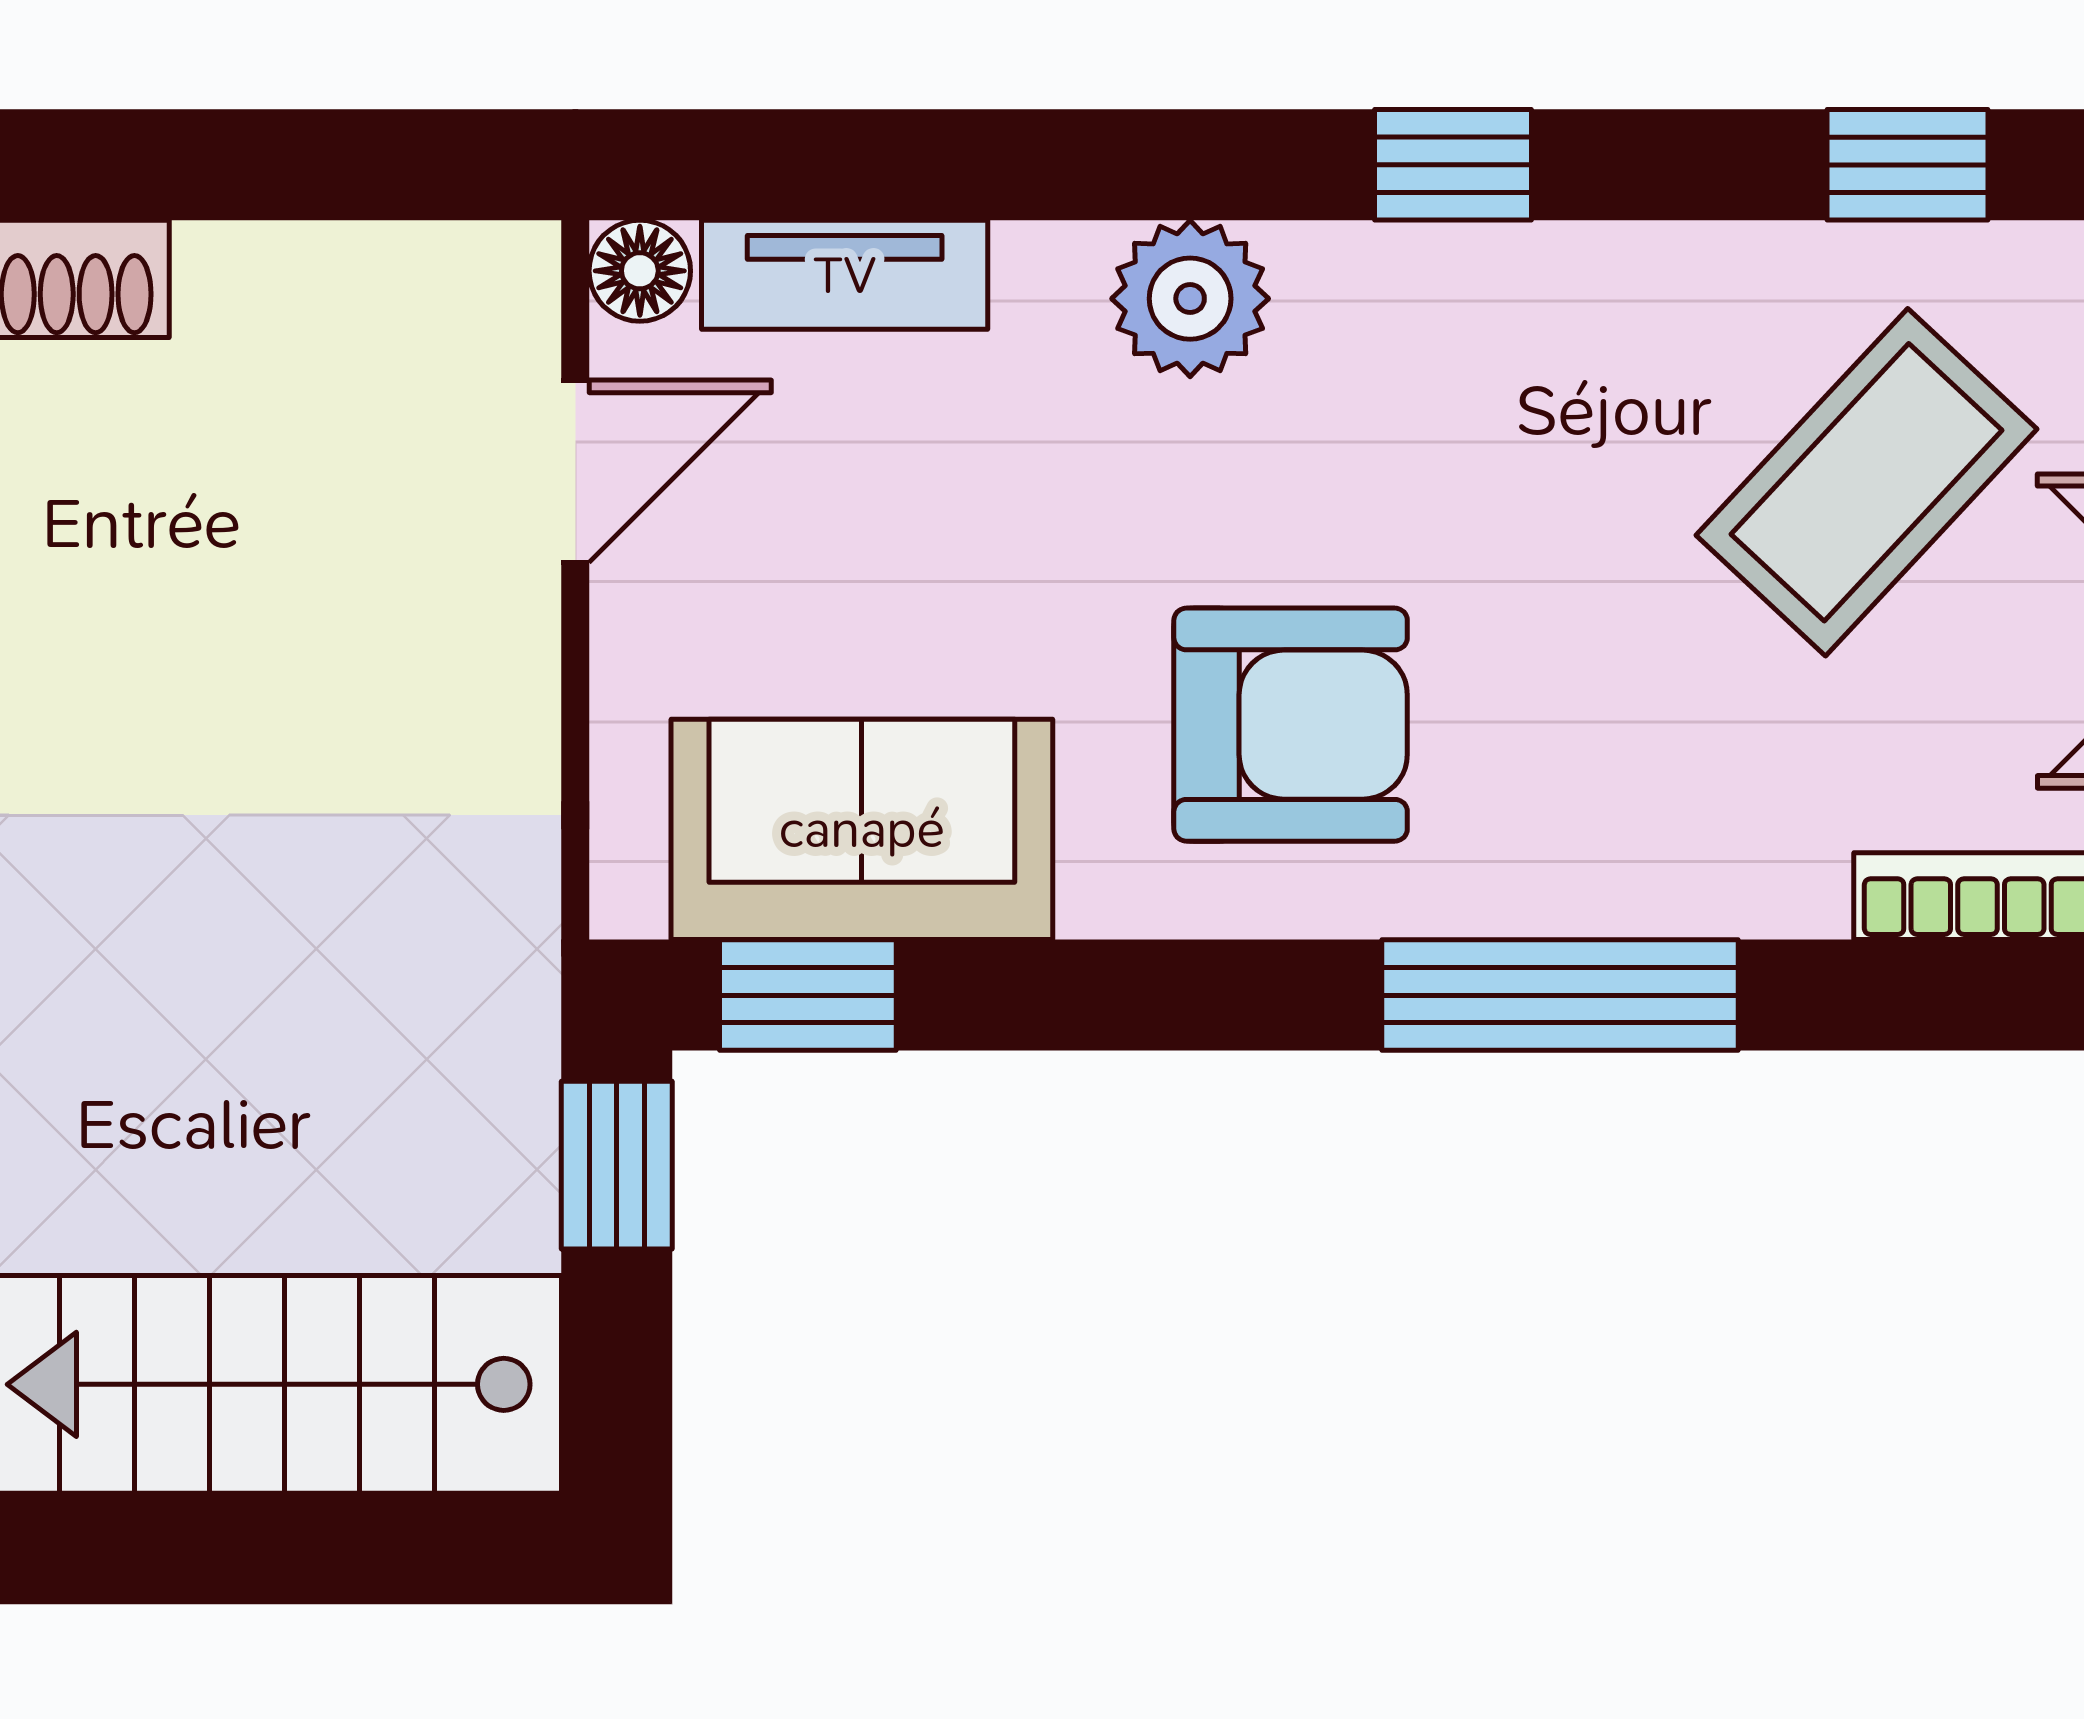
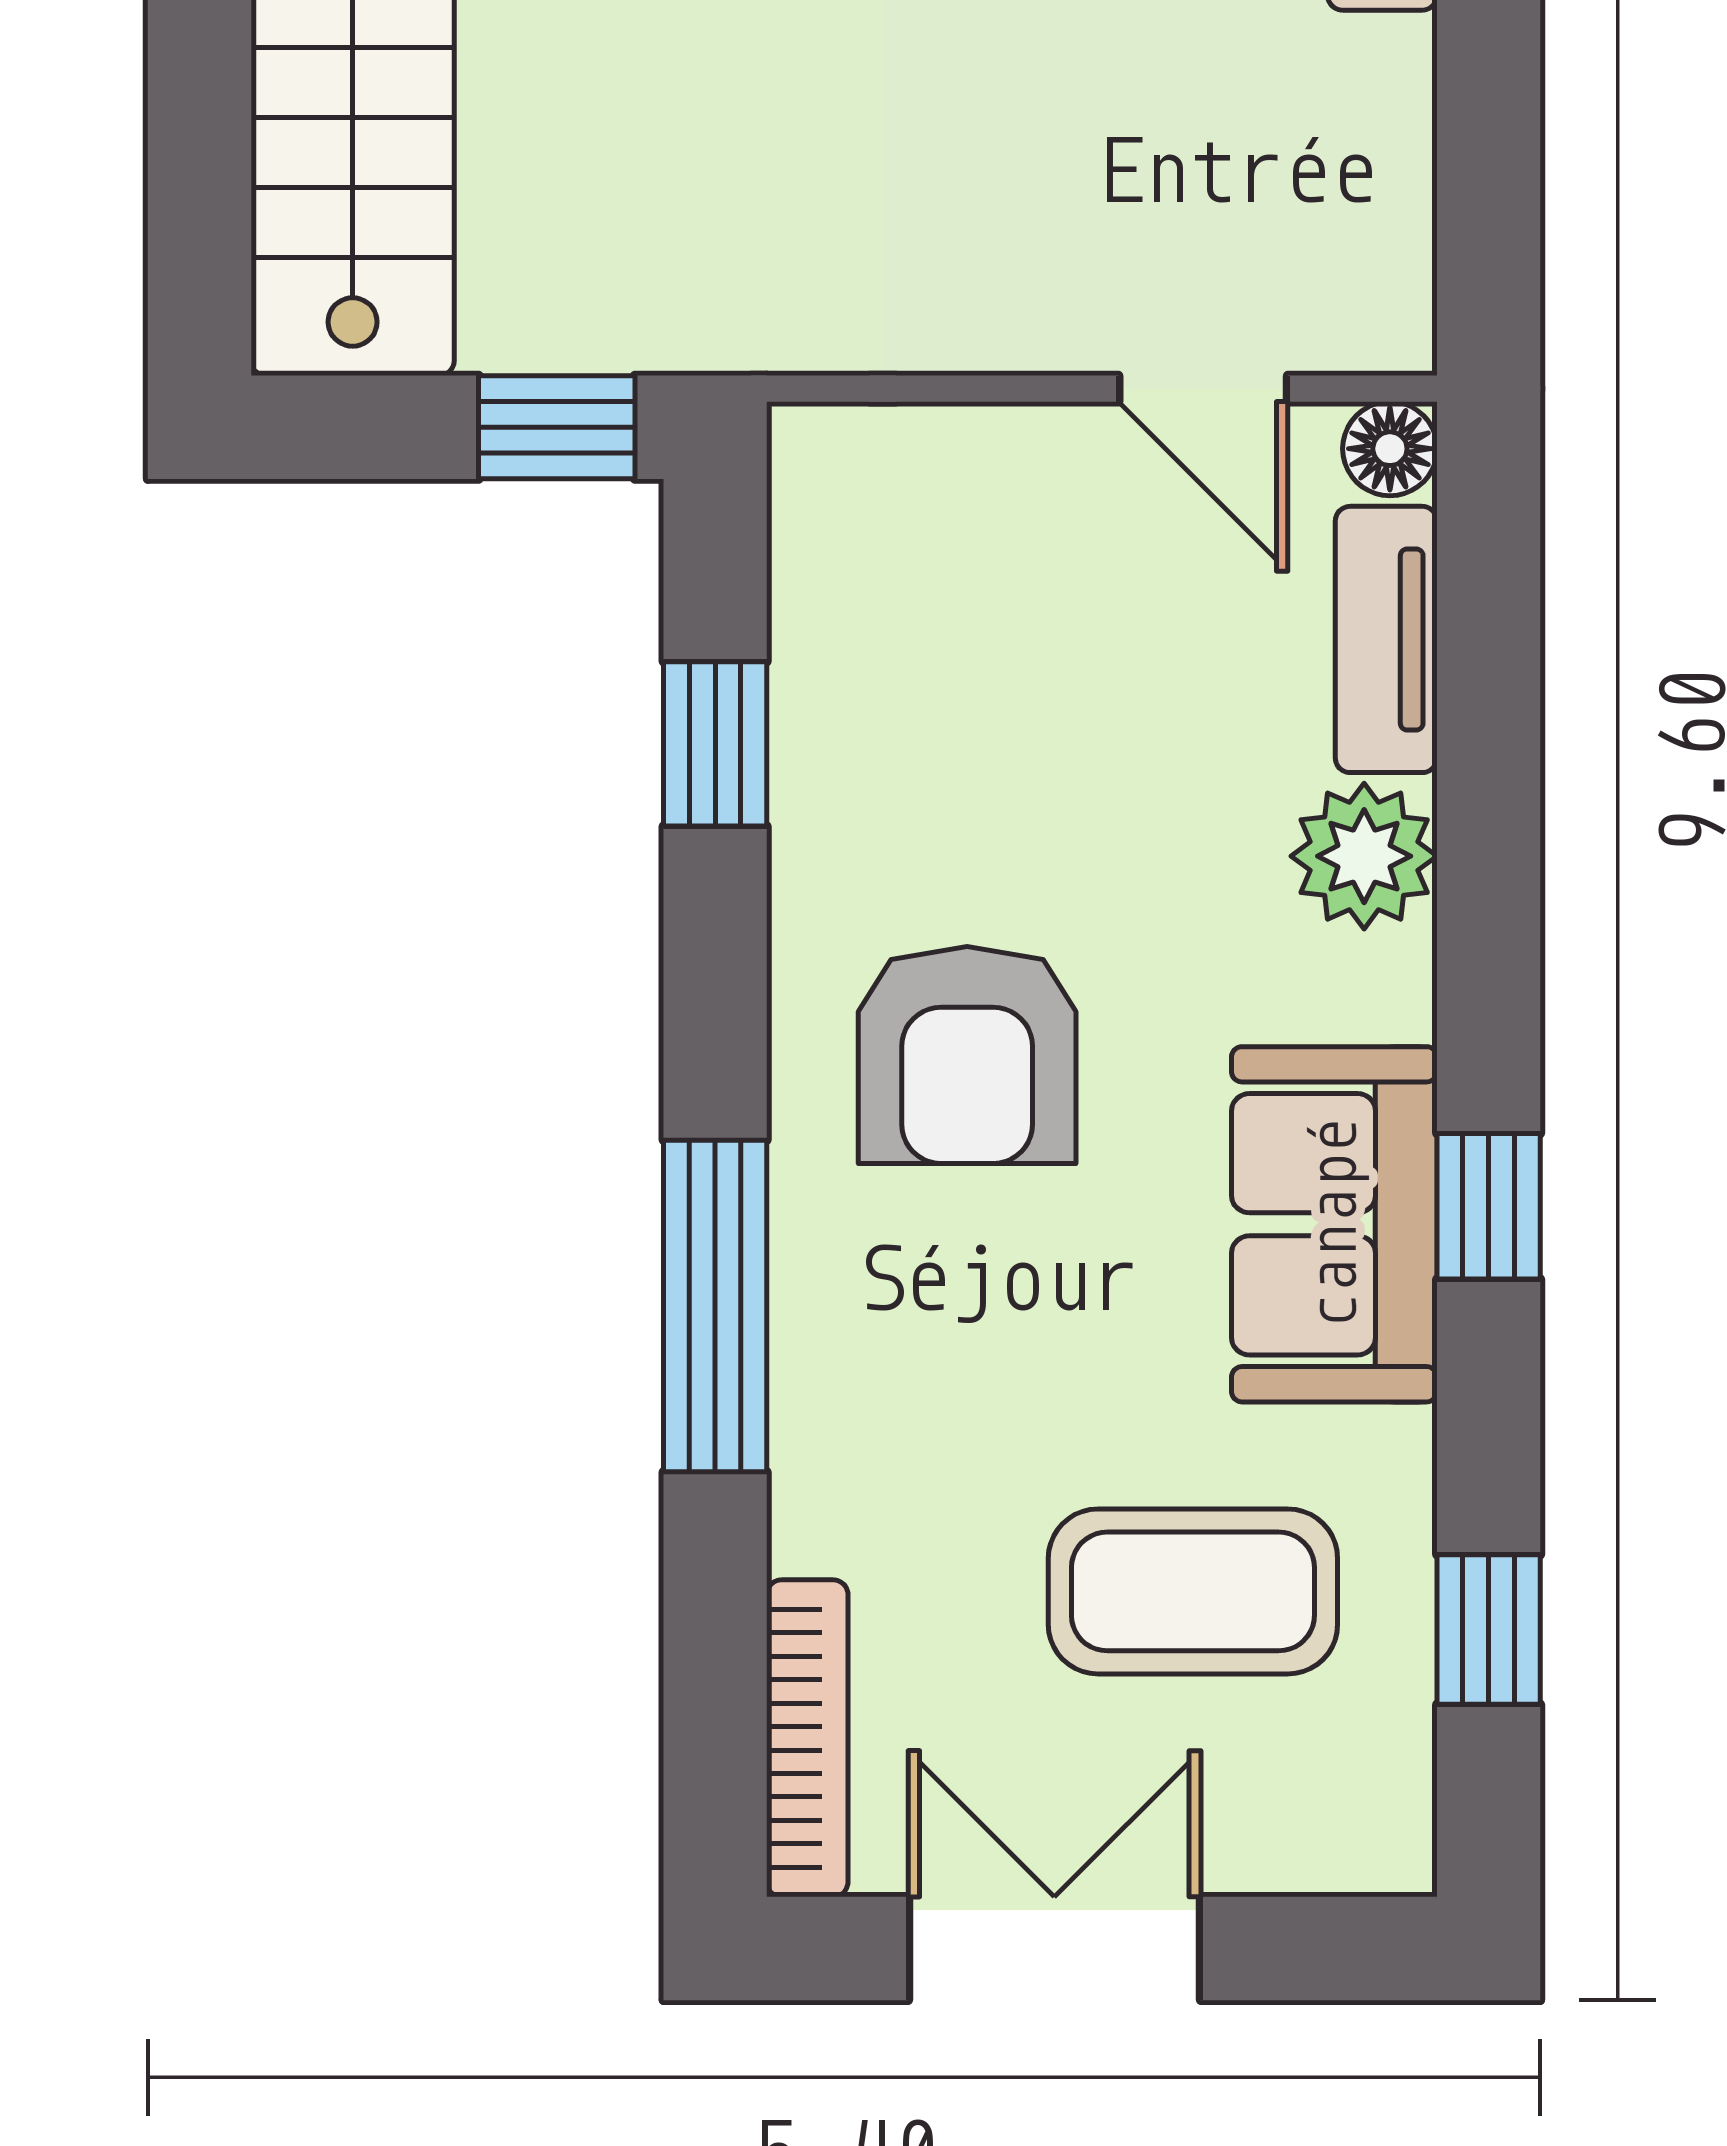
plant: (1190, 299) -> (1364, 856), moved
coffee table: (1867, 482) -> (1193, 1591), turned -43
sofa: (862, 829) -> (1334, 1224), moved, turned 180
window: (808, 995) -> (715, 744), moved

